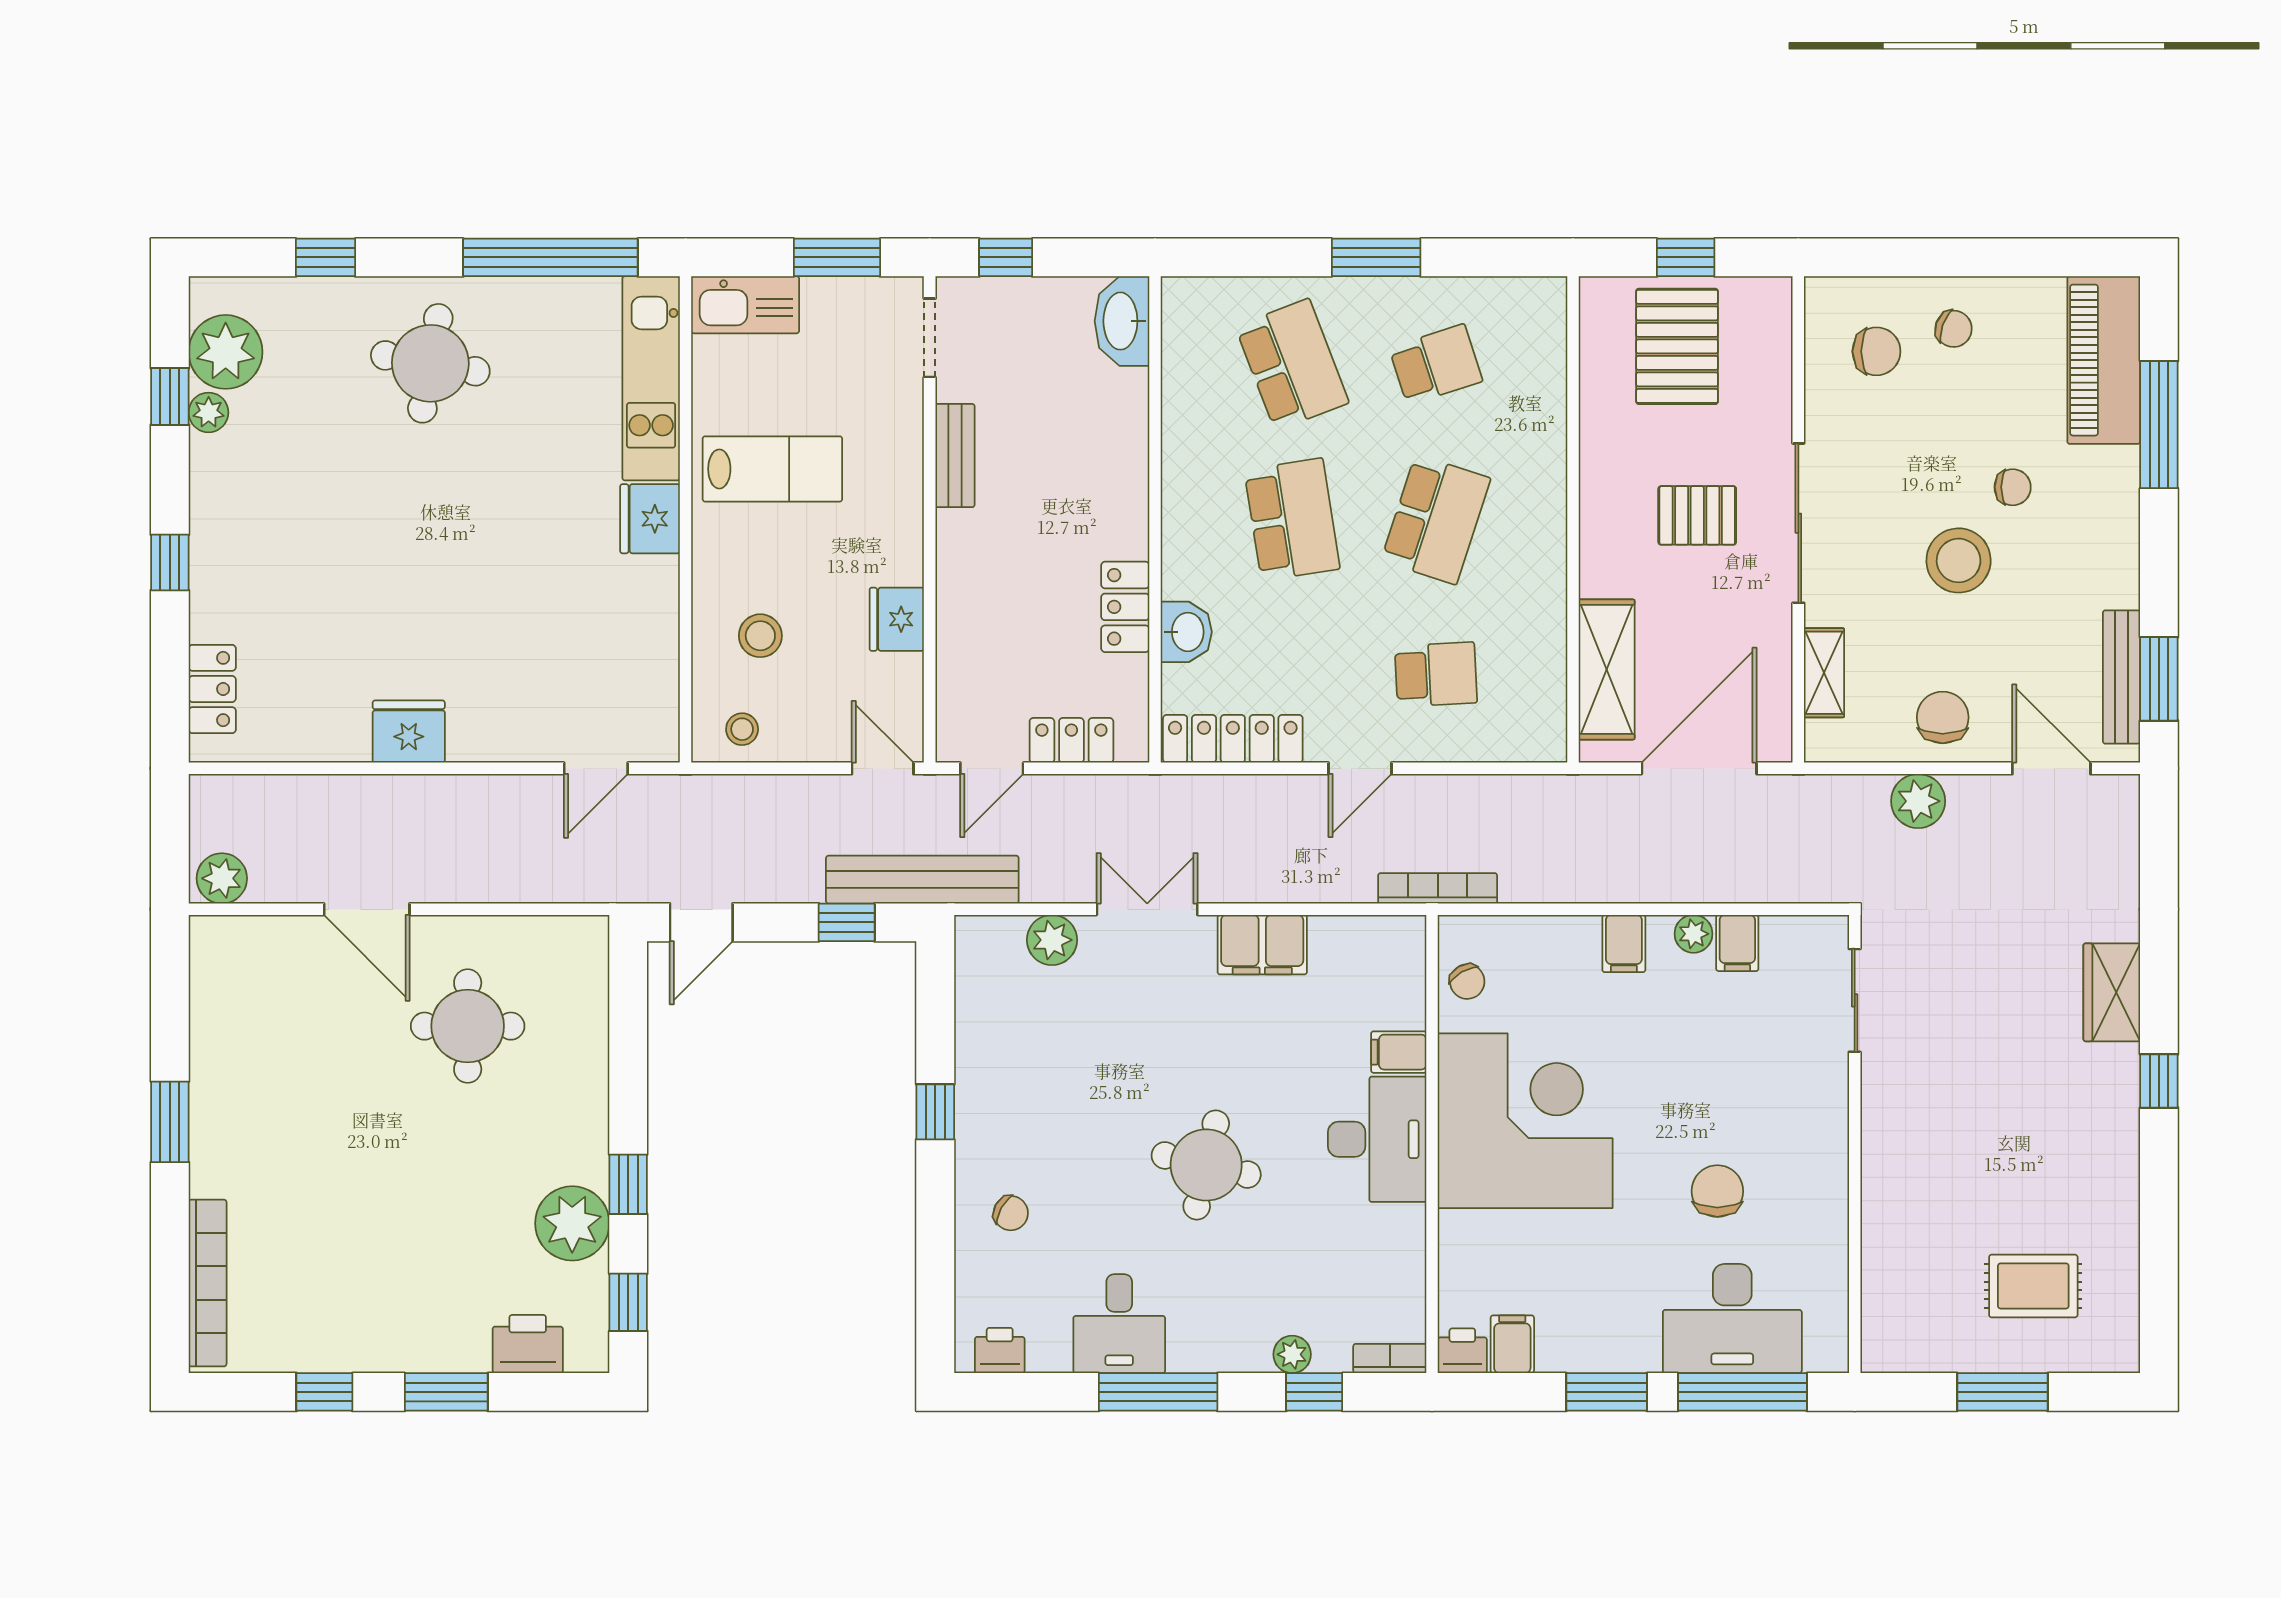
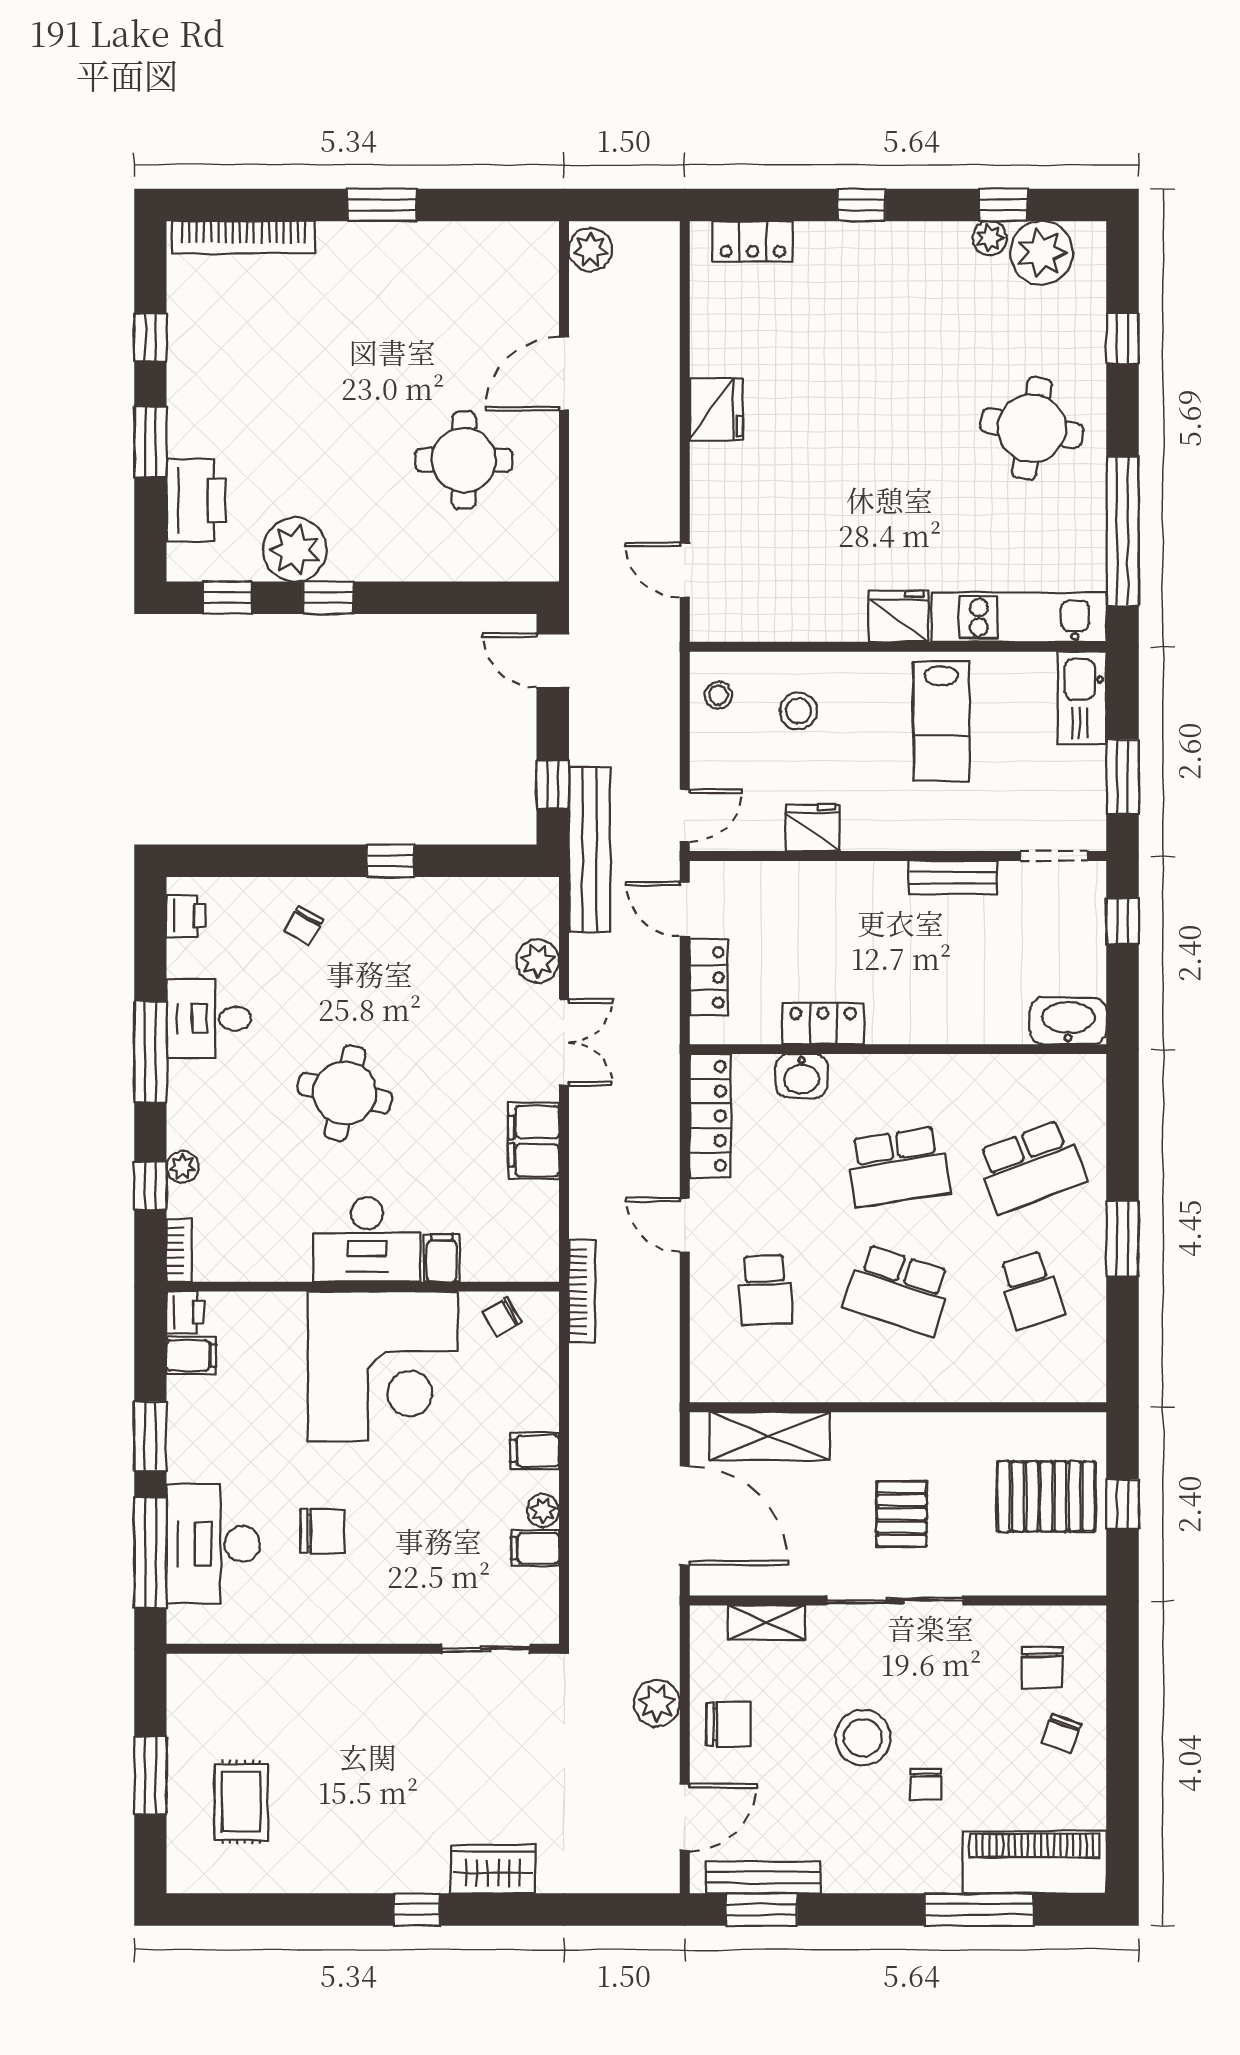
printer: (528, 1344) -> (196, 500), width x1.37, depth x1.19

